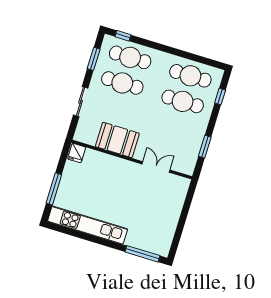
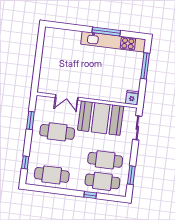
window: (123, 36) -> (90, 195), moved
cafe table: (183, 101) -> (57, 132), moved
sliding door: (81, 102) -> (137, 128), moved
booth: (117, 140) -> (101, 118), width x1.36, depth x1.42
window: (142, 254) -> (106, 31), moved

